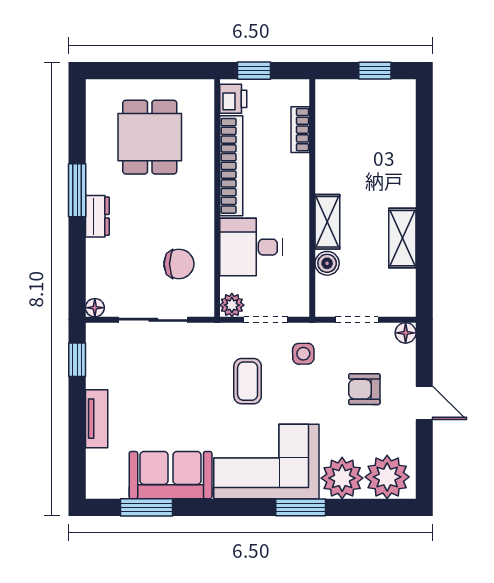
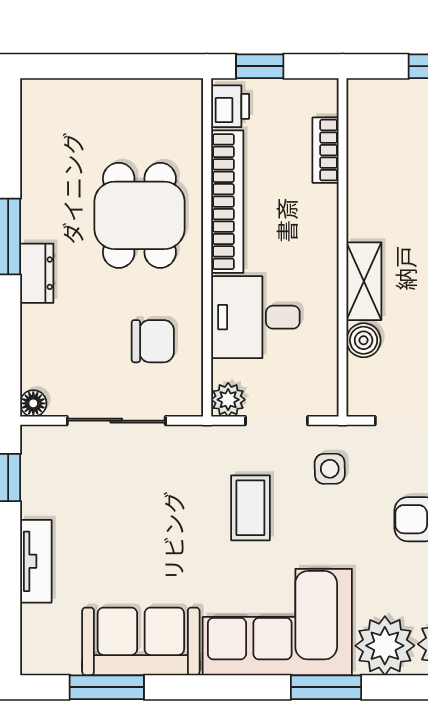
dining table: (150, 137) -> (139, 215), moved

